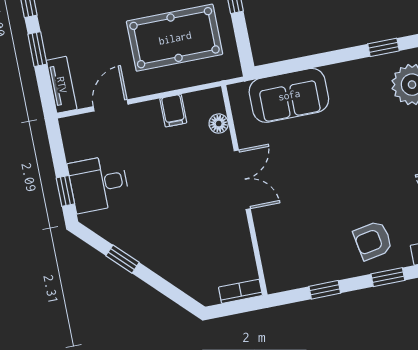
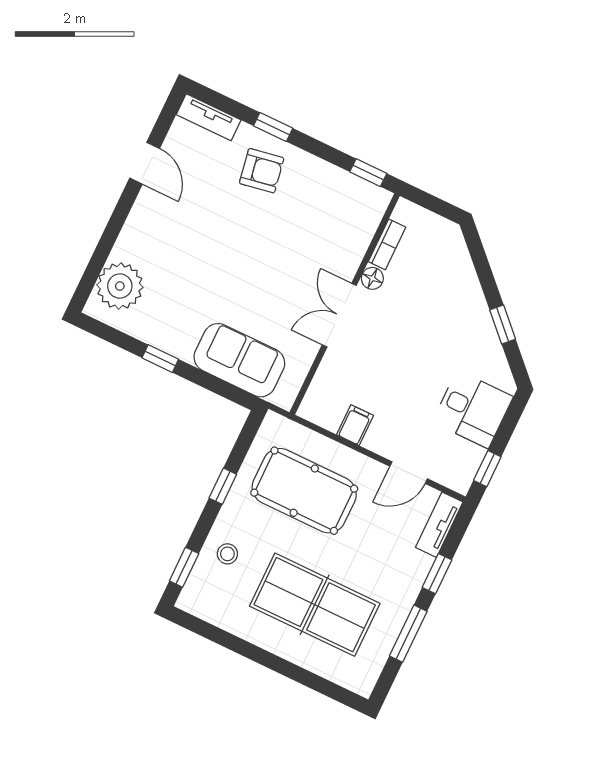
window: (383, 47) -> (160, 359), moved
floor lamp: (219, 124) -> (372, 278), moved
window: (65, 191) -> (487, 469), moved
window: (325, 290) -> (368, 173), moved
bookcase: (240, 291) -> (387, 244), moved, turned -90

